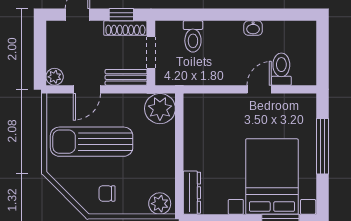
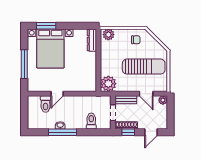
window: (249, 15) -> (63, 132), added
door: (87, 89) -> (146, 94), swing flipped

